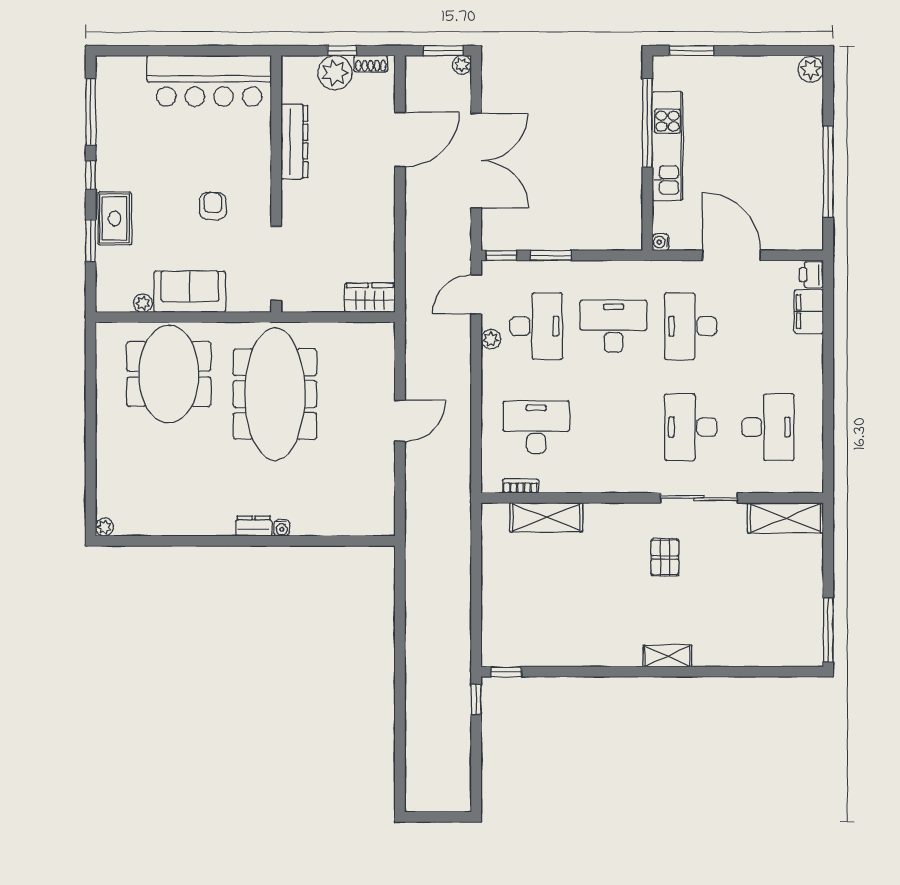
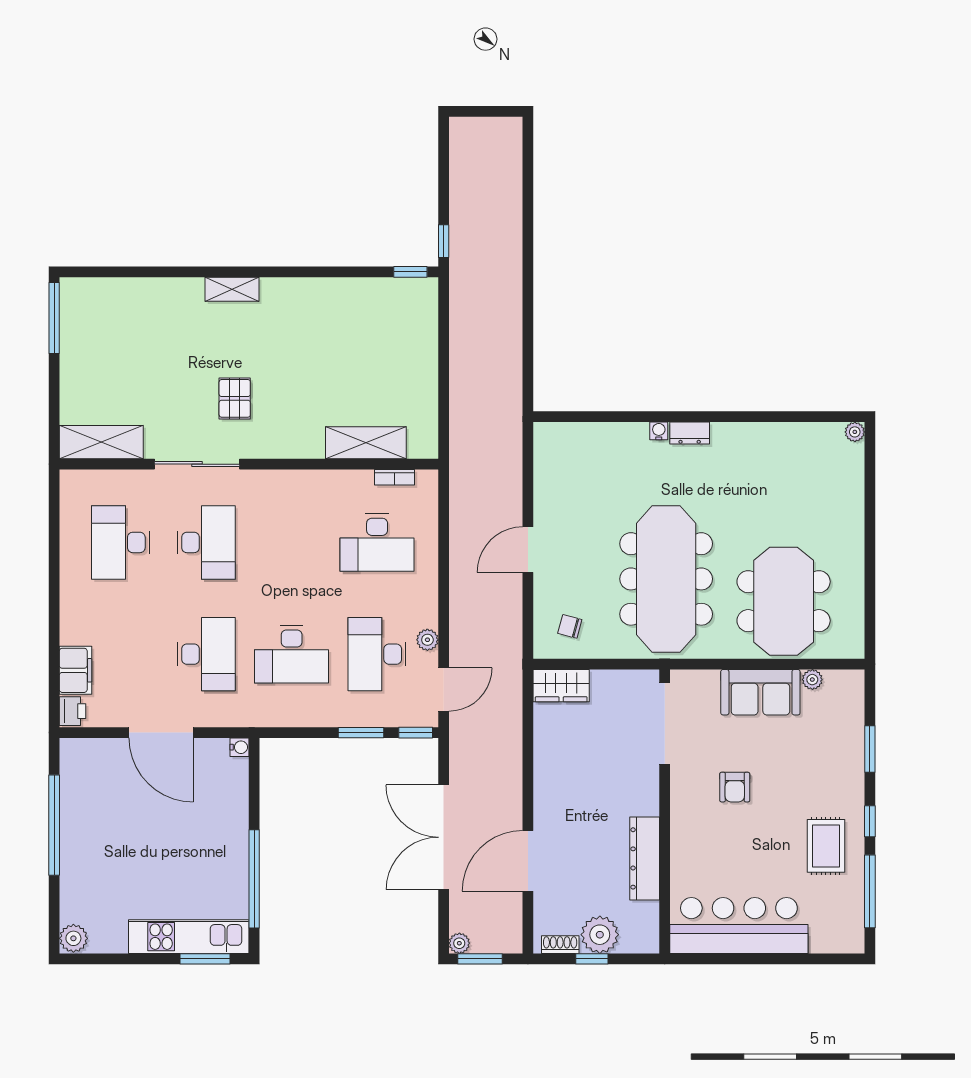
kitchen unit: (667, 146) -> (189, 937), moved, turned 90
rug: (115, 218) -> (826, 846), moved
chair: (362, 351) -> (570, 626), added

